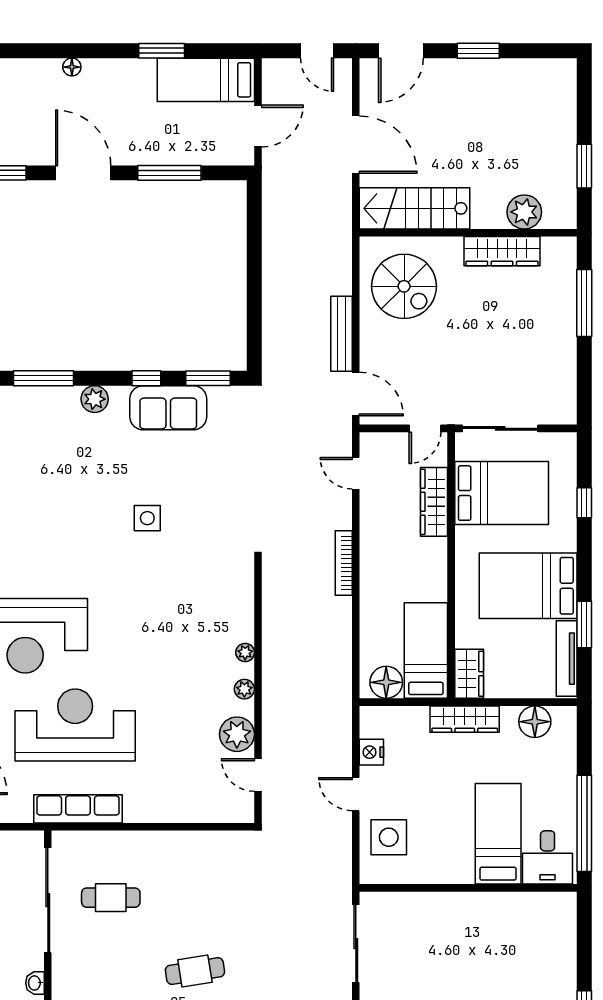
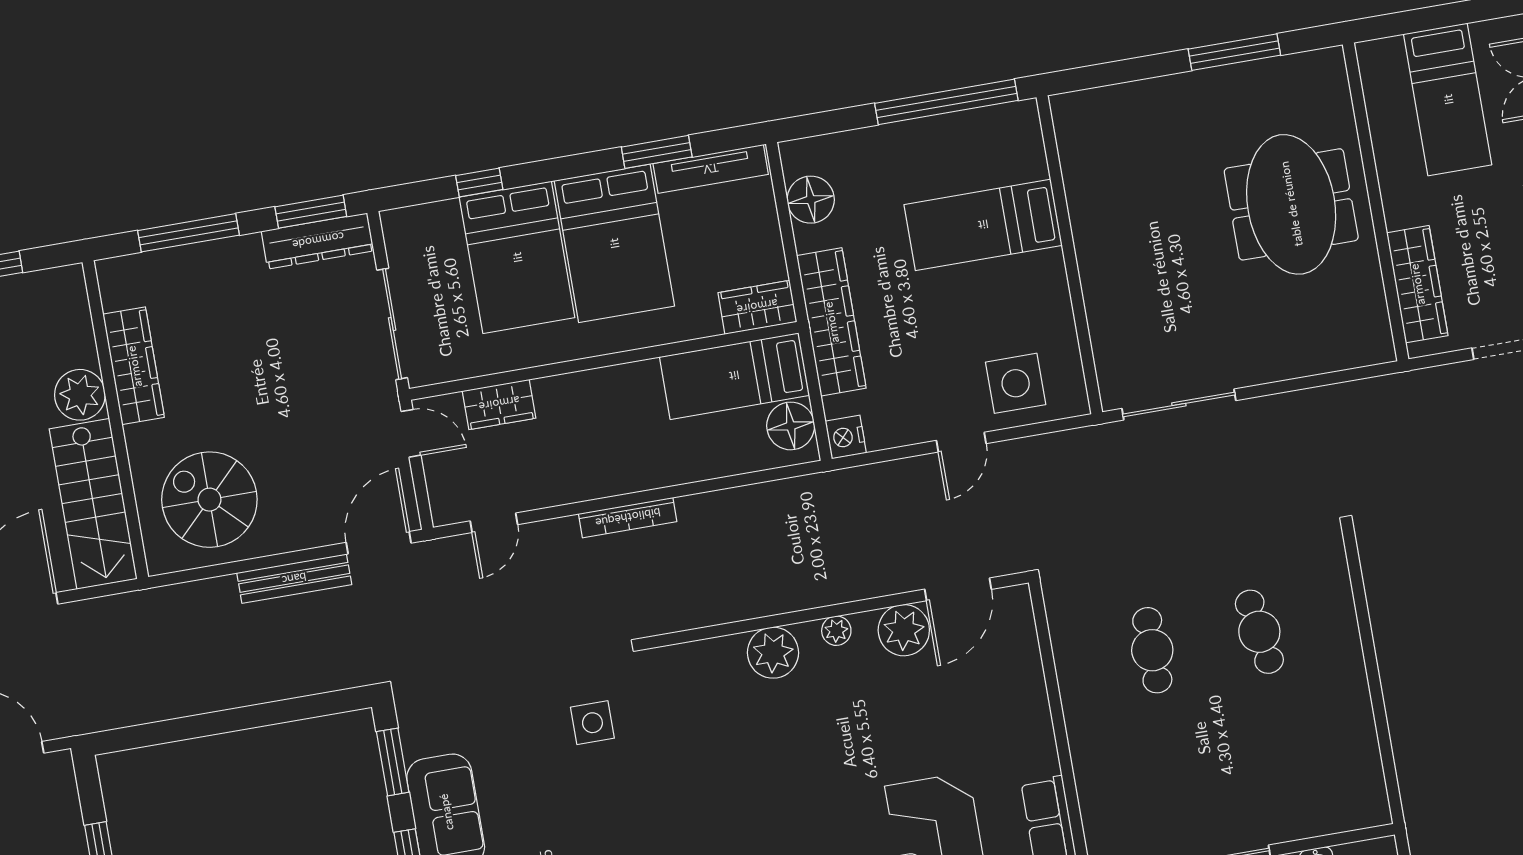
plant: (524, 212) -> (80, 395), moved
spiral stairs: (404, 286) -> (209, 500), turned -90
window: (584, 387) -> (311, 212), added
dresser: (564, 388) -> (318, 241), added
bed: (502, 493) -> (517, 257), moved, turned 180
wardrobe: (434, 502) -> (499, 404), width x0.67
side table: (147, 518) -> (592, 723), moved
plant: (245, 653) -> (773, 653), width x1.87, depth x1.87
wardrobe: (465, 719) -> (831, 322), width x1.40, depth x1.17
nightstand: (371, 752) -> (846, 437), moved, turned 90
door: (258, 775) -> (958, 589), width x1.38
desk: (548, 857) -> (1005, 147), removed
cafe table: (111, 898) -> (1152, 650), moved

